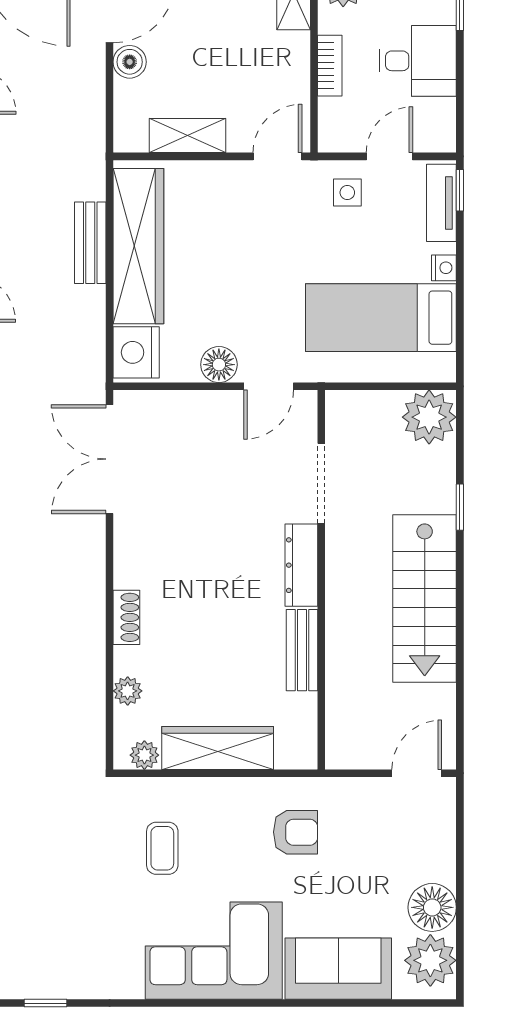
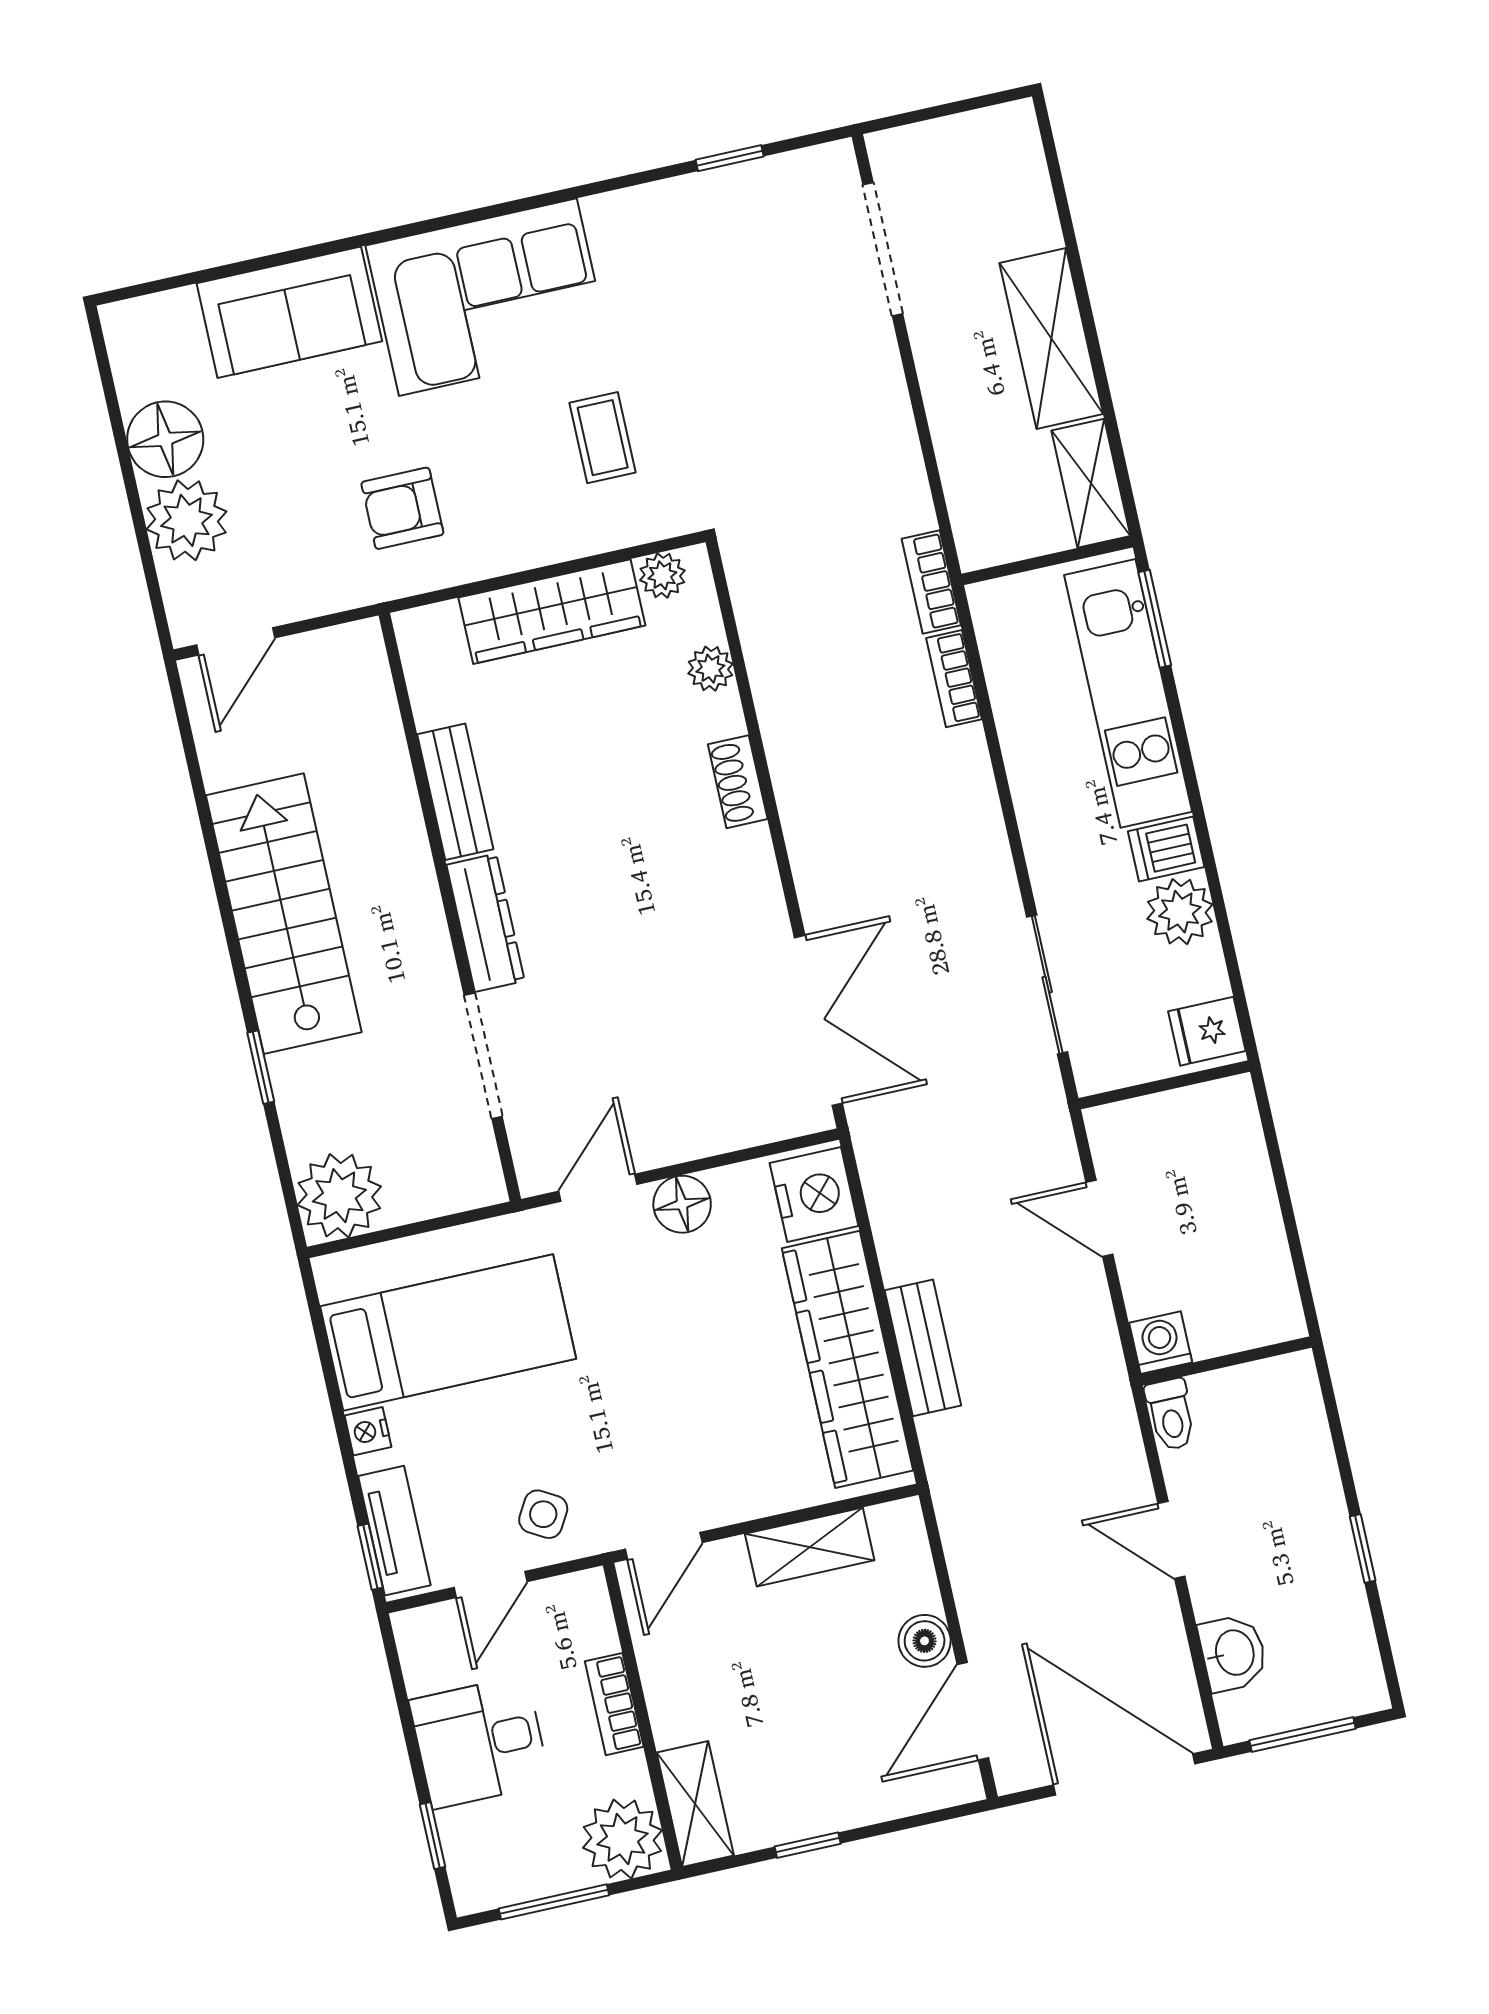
side table: (347, 193) -> (543, 1514), turned 30
plant: (430, 960) -> (187, 520), moved

